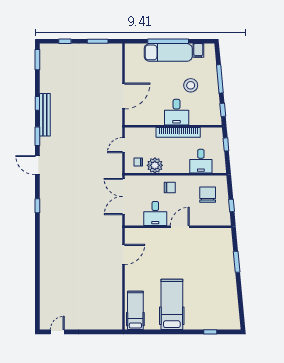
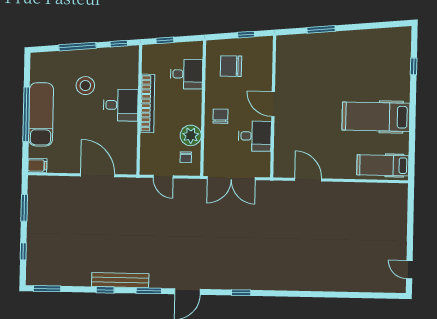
filing cabinet: (198, 50) -> (37, 166), moved

